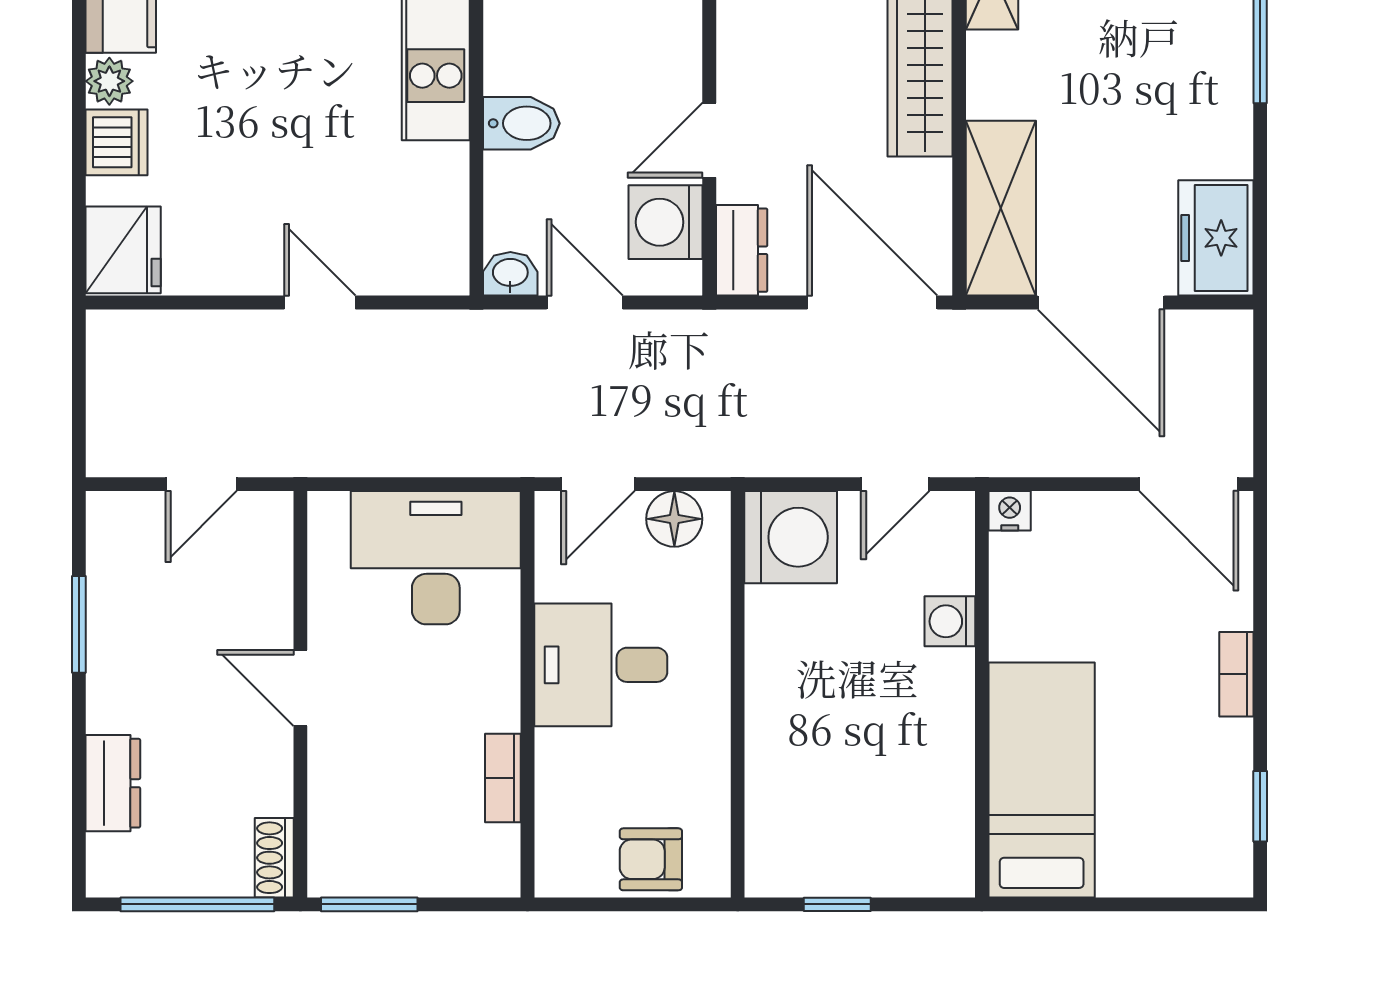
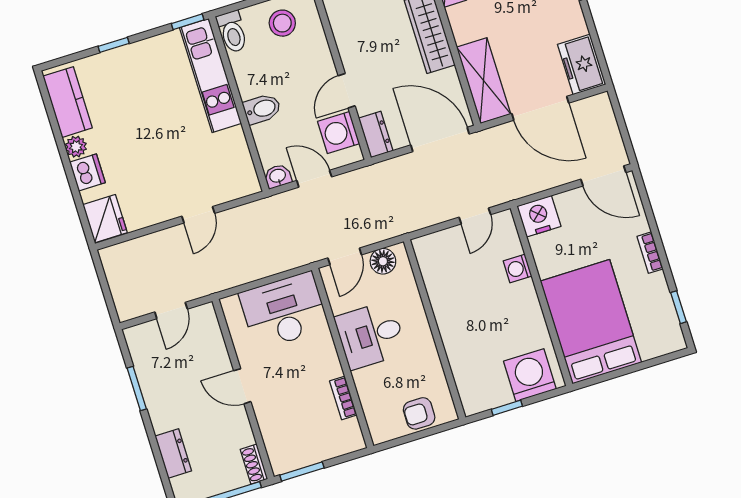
door: (320, 302) -> (198, 215), swing flipped
nightstand: (1010, 511) -> (539, 216), width x1.89, depth x1.79
washing machine: (791, 537) -> (530, 375), moved, turned -90
bed: (1042, 780) -> (591, 322), width x1.50

